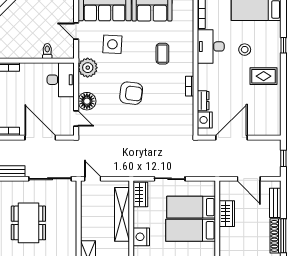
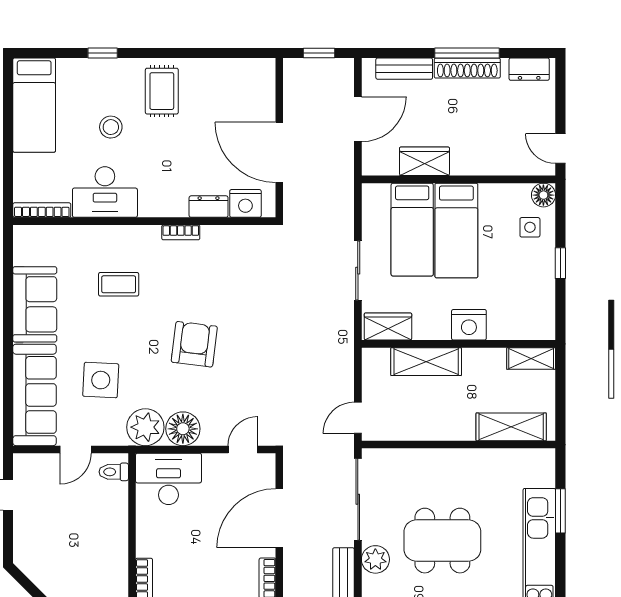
toilet: (47, 51) -> (114, 472), moved
floor lamp: (87, 101) -> (183, 429), moved
plant: (19, 188) -> (375, 559), added
shelving: (122, 214) -> (426, 362), width x0.68

